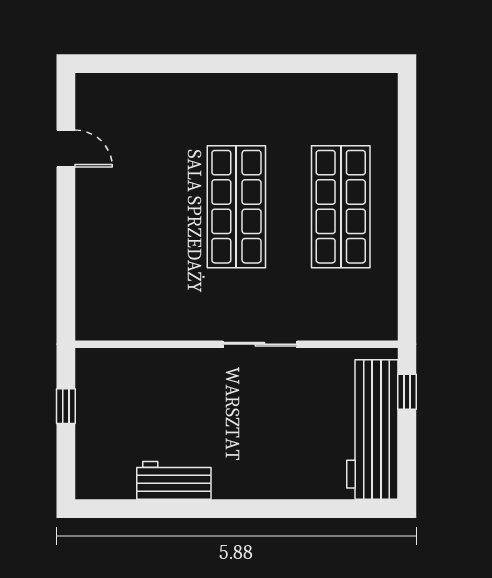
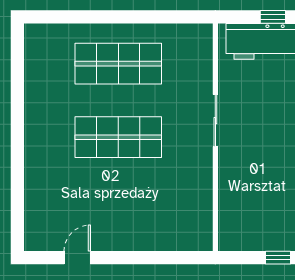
window: (407, 392) -> (273, 17), moved
window: (66, 406) -> (278, 258), moved

